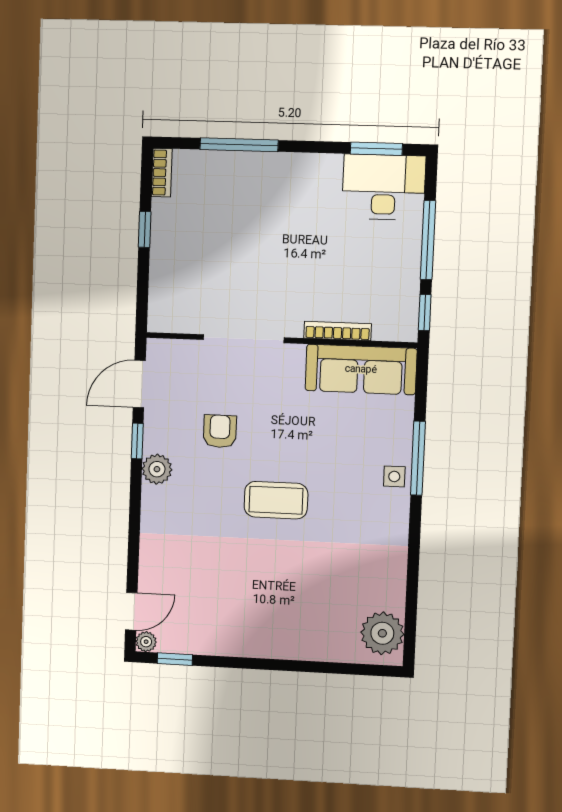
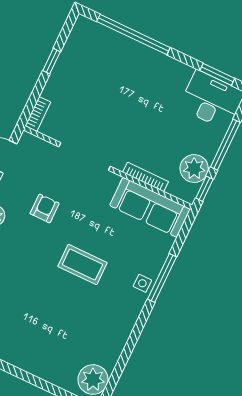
window: (239, 145) -> (133, 35), width x1.46
bookcase: (162, 173) -> (38, 114), moved
plant: (399, 291) -> (194, 169), added
coffee table: (276, 500) -> (82, 264), moved

